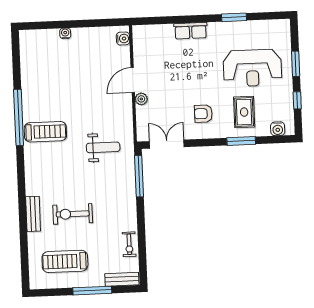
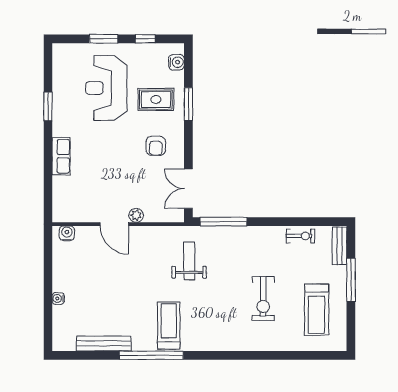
reception desk: (252, 68) -> (106, 88), turned 180
bench: (33, 214) -> (104, 343), moved, width x1.36

